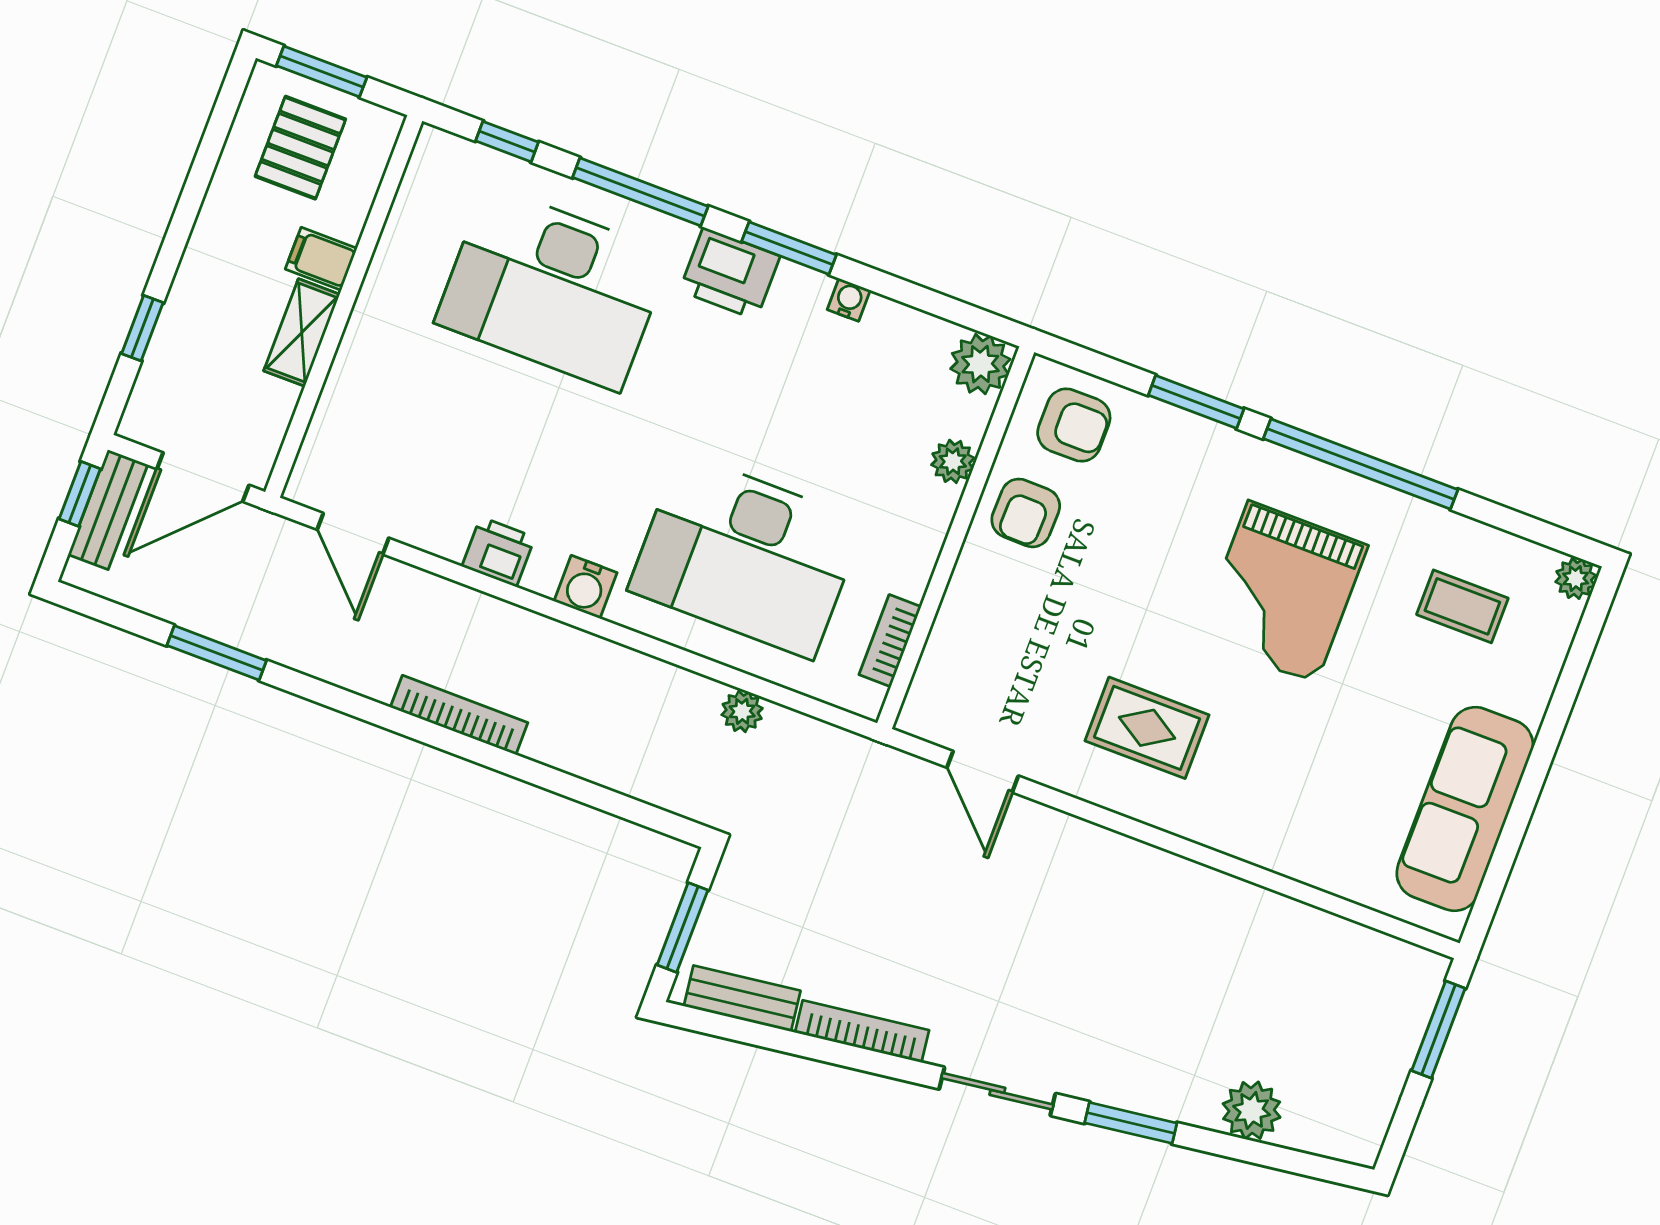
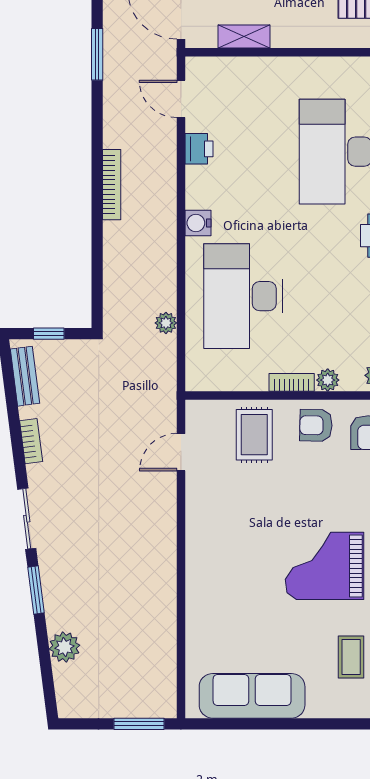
filing cabinet: (321, 259) -> (310, 32), removed
shelving: (302, 333) -> (244, 36), moved
door: (353, 534) -> (181, 99), hinge flipped
printer: (498, 552) -> (199, 149), moved
bookcase: (890, 641) -> (292, 382), moved
rug: (1147, 728) -> (254, 435), moved
window: (682, 927) -> (49, 334), width x0.67
bookcase: (862, 1031) -> (31, 441), width x0.64

